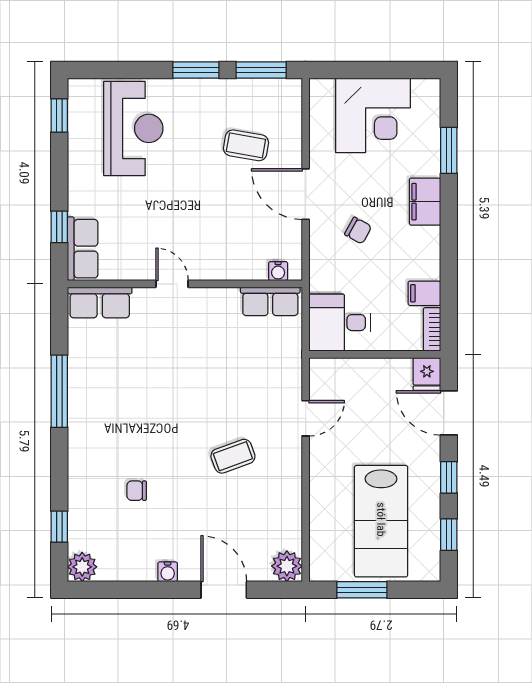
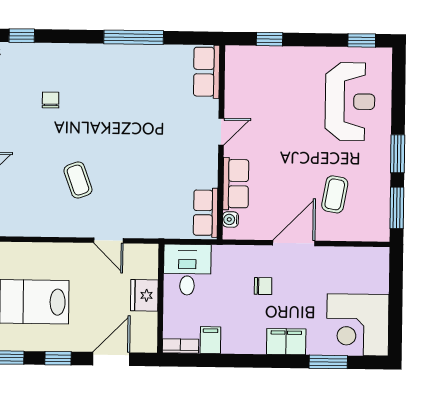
corner desk: (373, 115) -> (358, 325), moved
reception desk: (133, 128) -> (350, 101), turned -90
chair: (358, 230) -> (263, 286), turned -119
row of seats: (83, 249) -> (236, 184), moved, turned -90
fridge: (427, 374) -> (144, 295), moved, width x1.38

